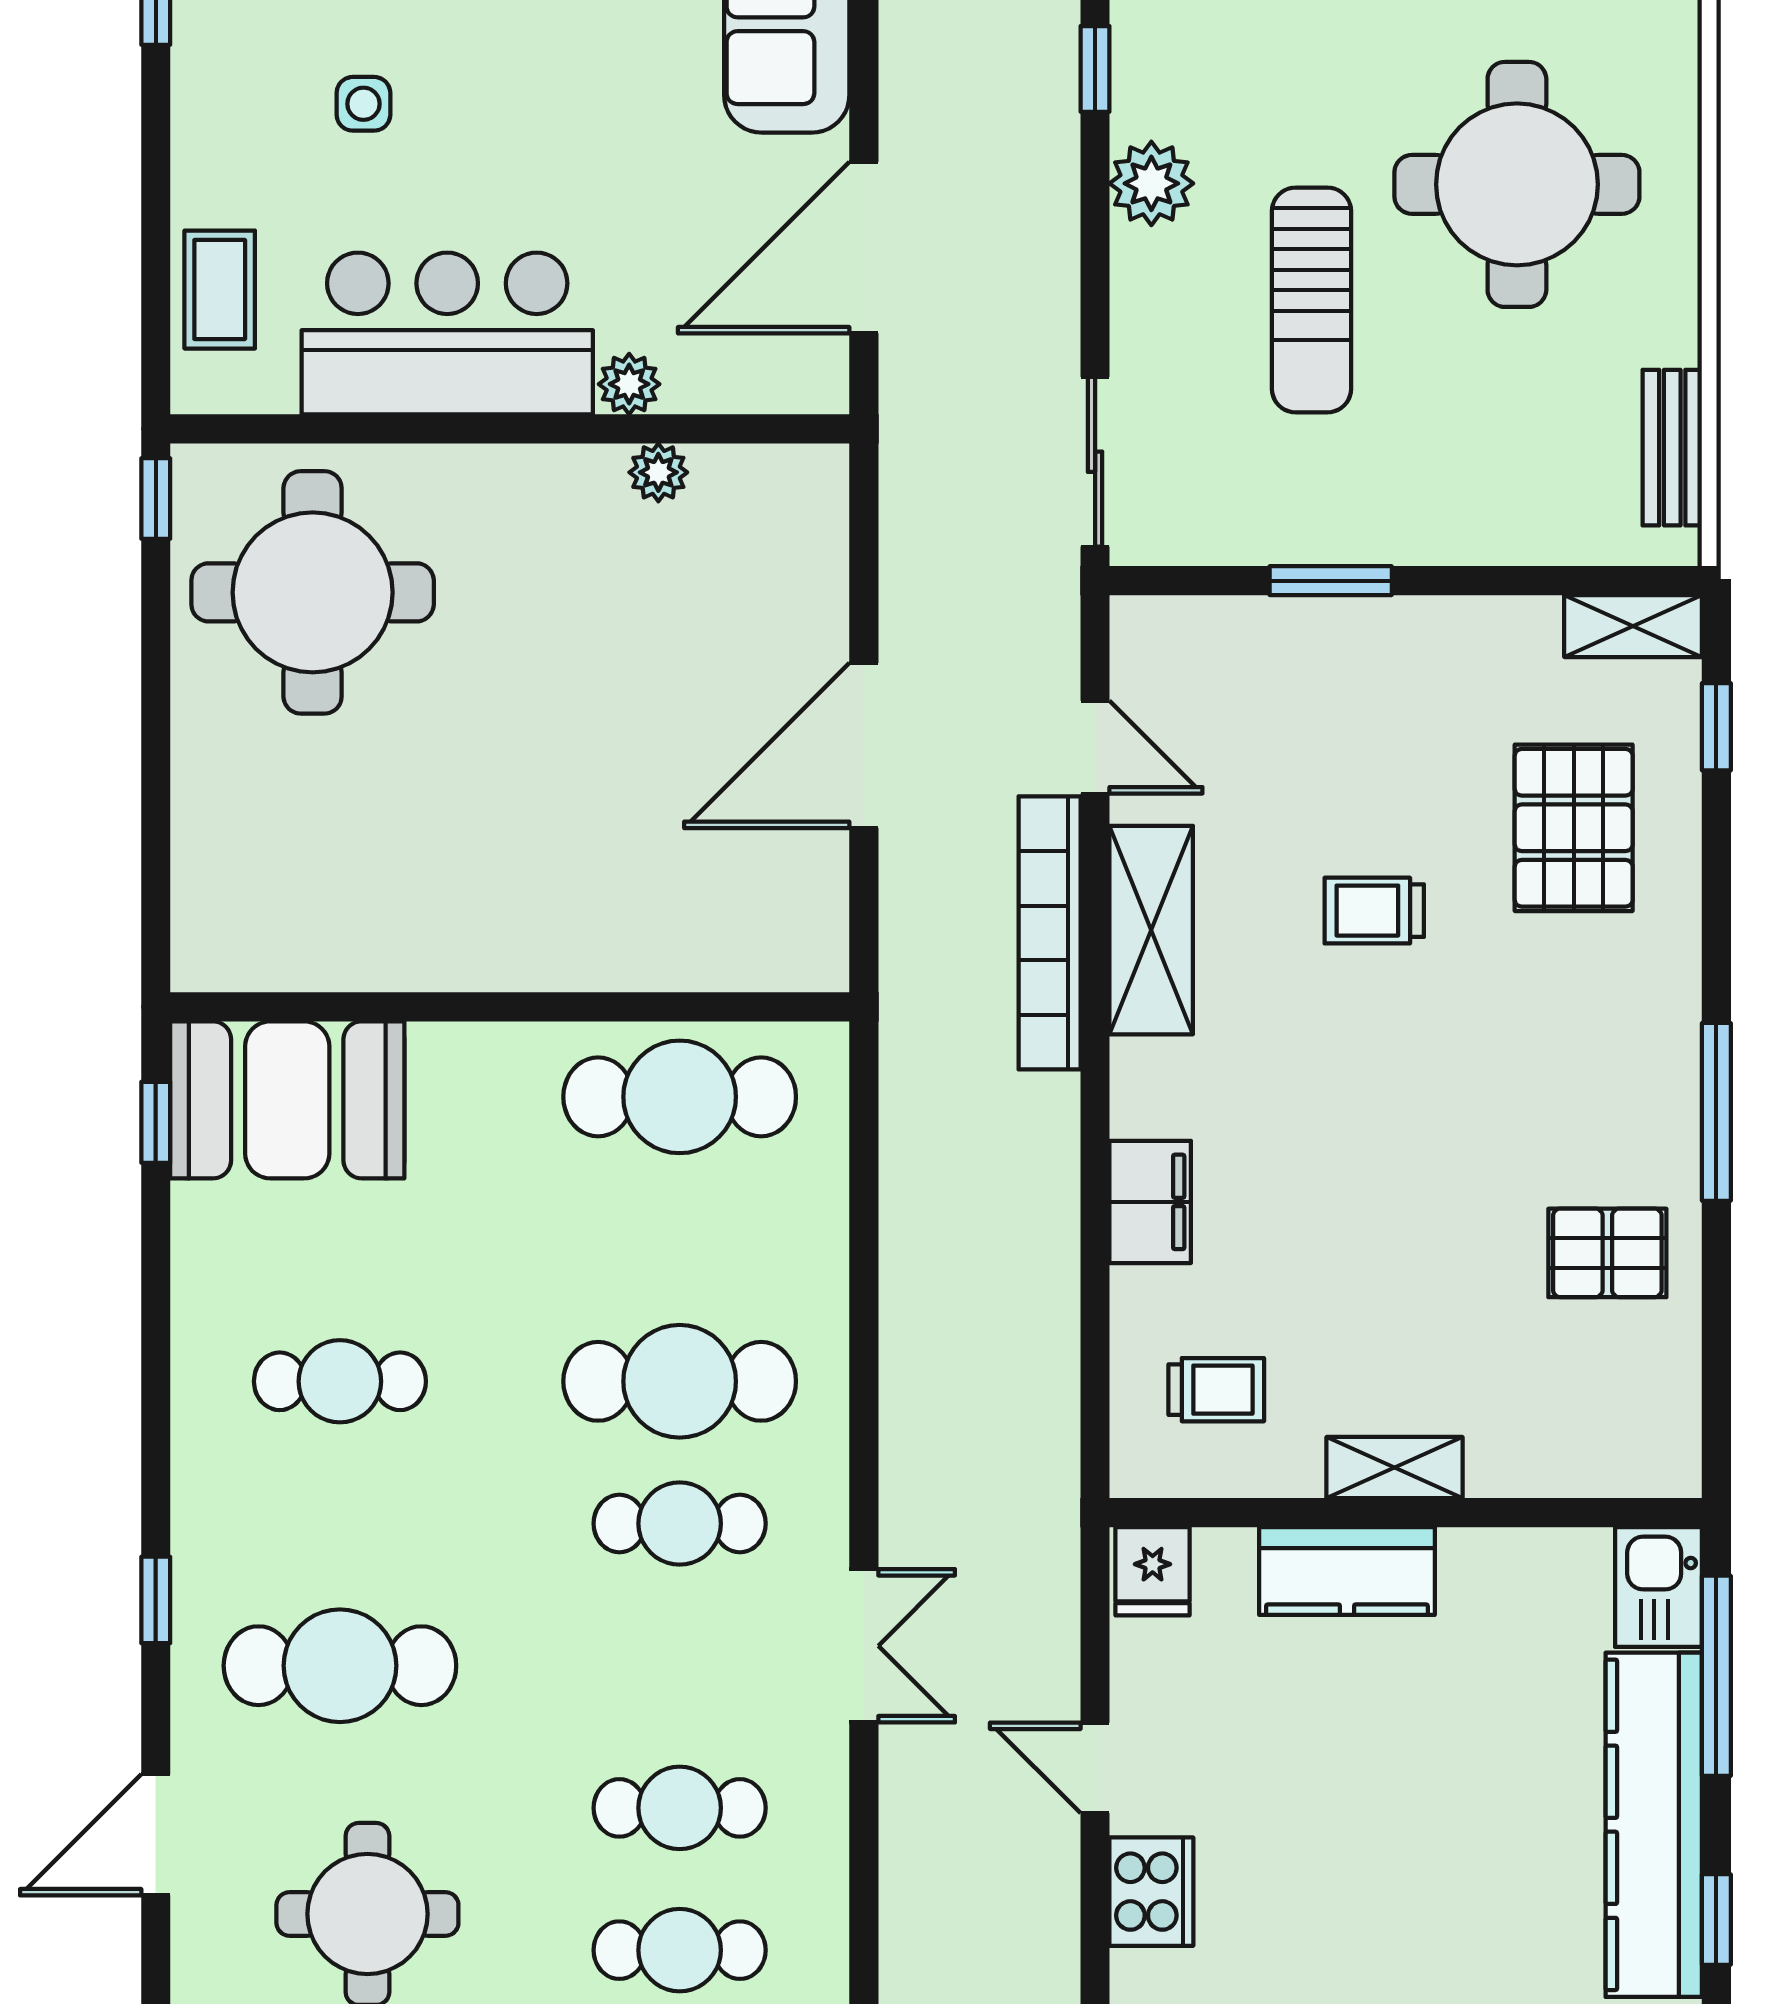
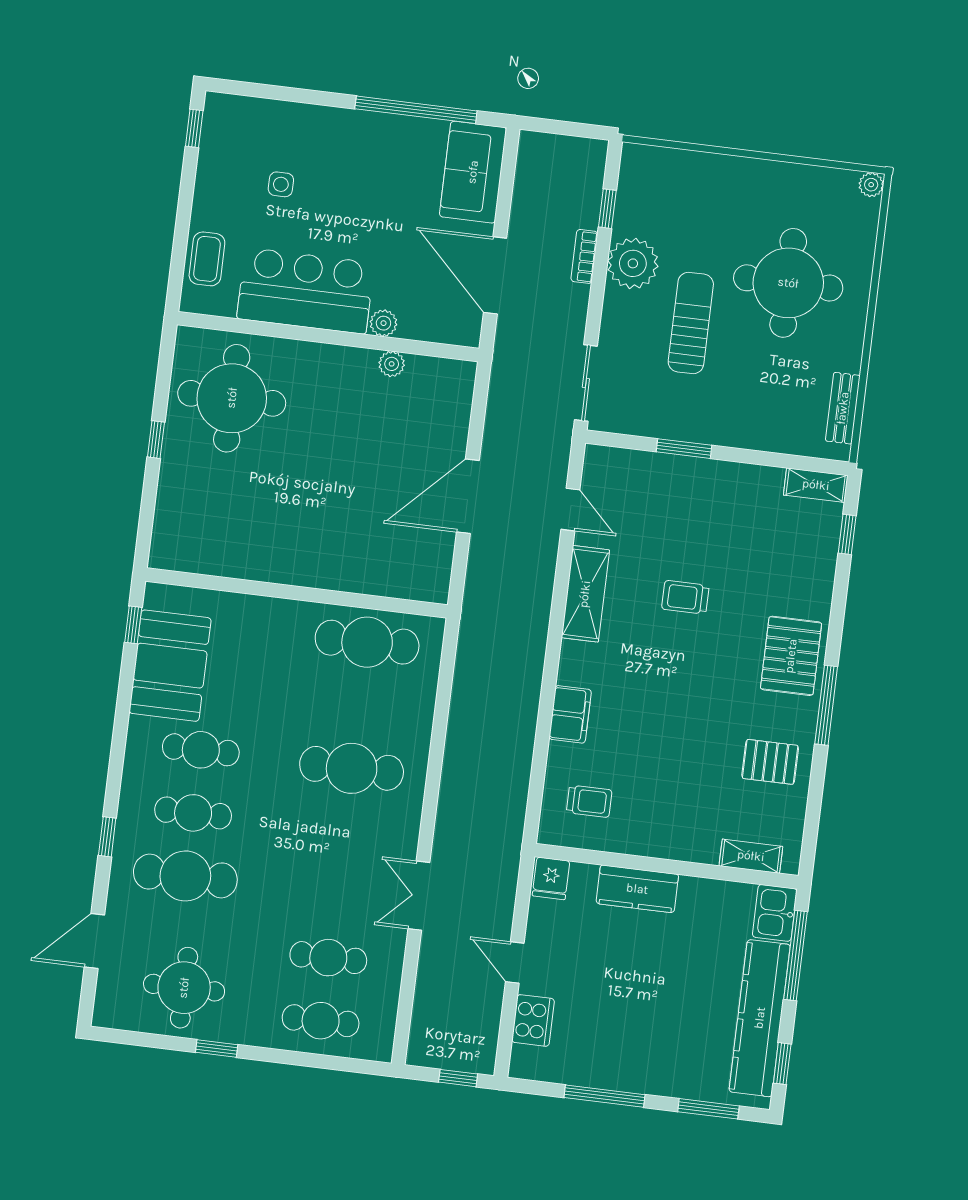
plant: (1151, 183) -> (633, 263), width x1.36, depth x1.36
door: (864, 248) -> (495, 275), hinge flipped
sun lounger: (1312, 300) -> (691, 323), turned 180
window: (156, 499) -> (156, 440), moved
pallet: (1574, 828) -> (791, 656), moved
bookcase: (1050, 933) -> (584, 256), moved, width x0.43, depth x0.76
booth: (287, 1100) -> (170, 666), moved, turned 90
shelving: (1395, 1468) -> (751, 856), moved
cafe table: (680, 1524) -> (193, 813), moved
double door: (864, 1646) -> (419, 896), swing flipped

